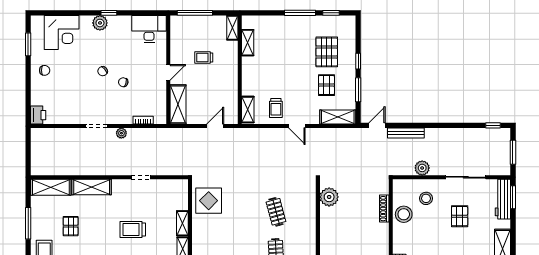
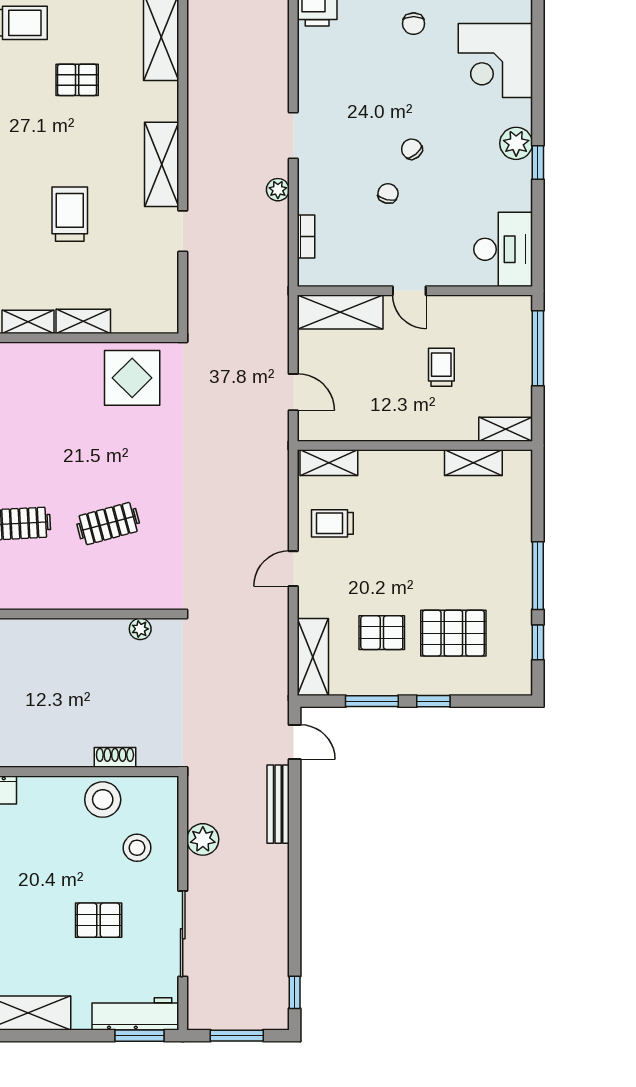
shelving: (92, 187) -> (162, 164), moved
plant: (329, 197) -> (140, 629), width x0.53, depth x0.53
shoe rack: (384, 209) -> (115, 757), width x0.70

